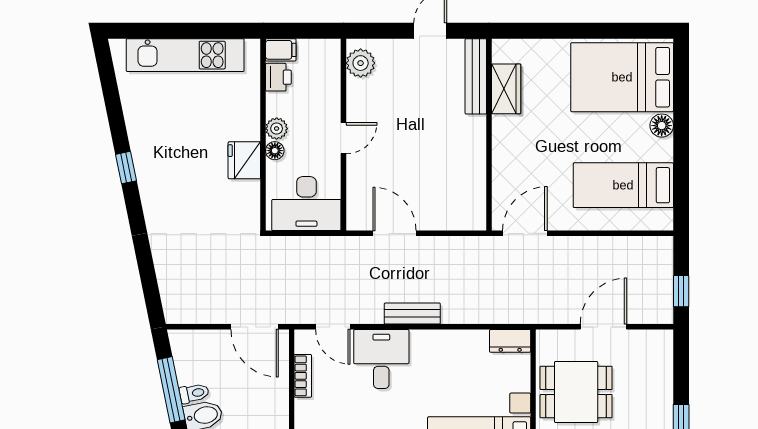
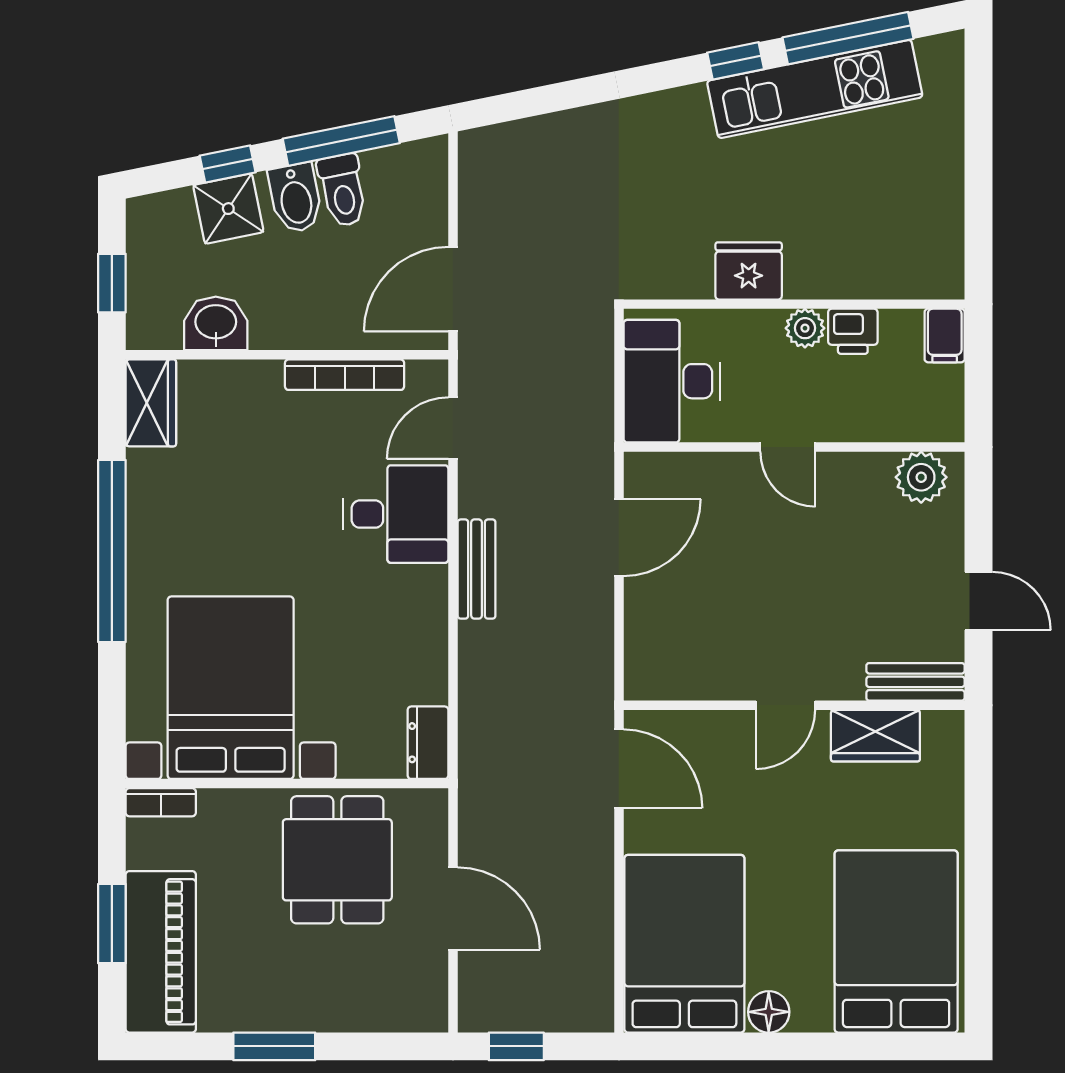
kitchen unit: (185, 55) -> (815, 89), moved, turned -101
bench: (476, 76) -> (915, 682), width x0.73
printer: (278, 77) -> (853, 331), moved
window: (113, 104) -> (848, 38), added
floor lamp: (662, 126) -> (769, 1012), moved
door: (489, 140) -> (785, 705), added
floor lamp: (275, 151) -> (766, 325), removed
bed: (623, 185) -> (684, 944), width x1.50
bookcase: (303, 376) -> (345, 375), width x1.56
toilet: (194, 393) -> (343, 190), width x1.37, depth x1.39

